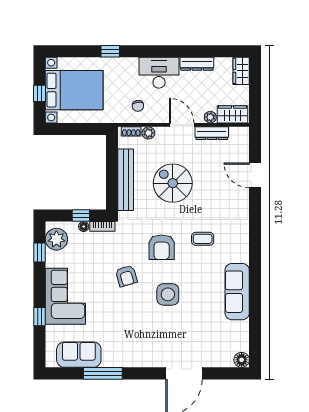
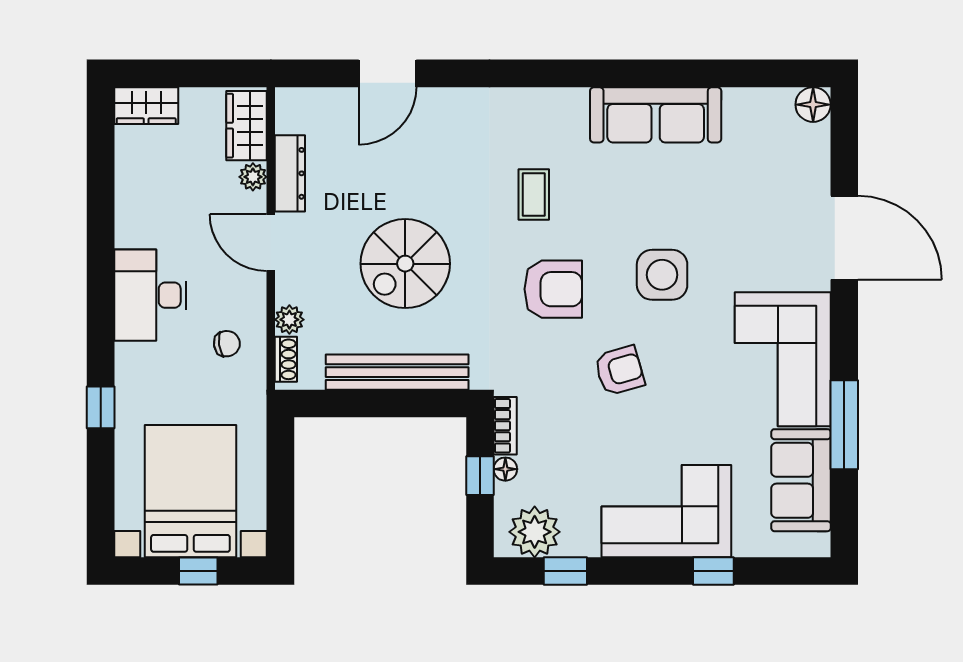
dresser: (197, 64) -> (130, 208), removed
door: (182, 125) -> (271, 243), hinge flipped
corner sofa: (131, 347) -> (783, 359), added

